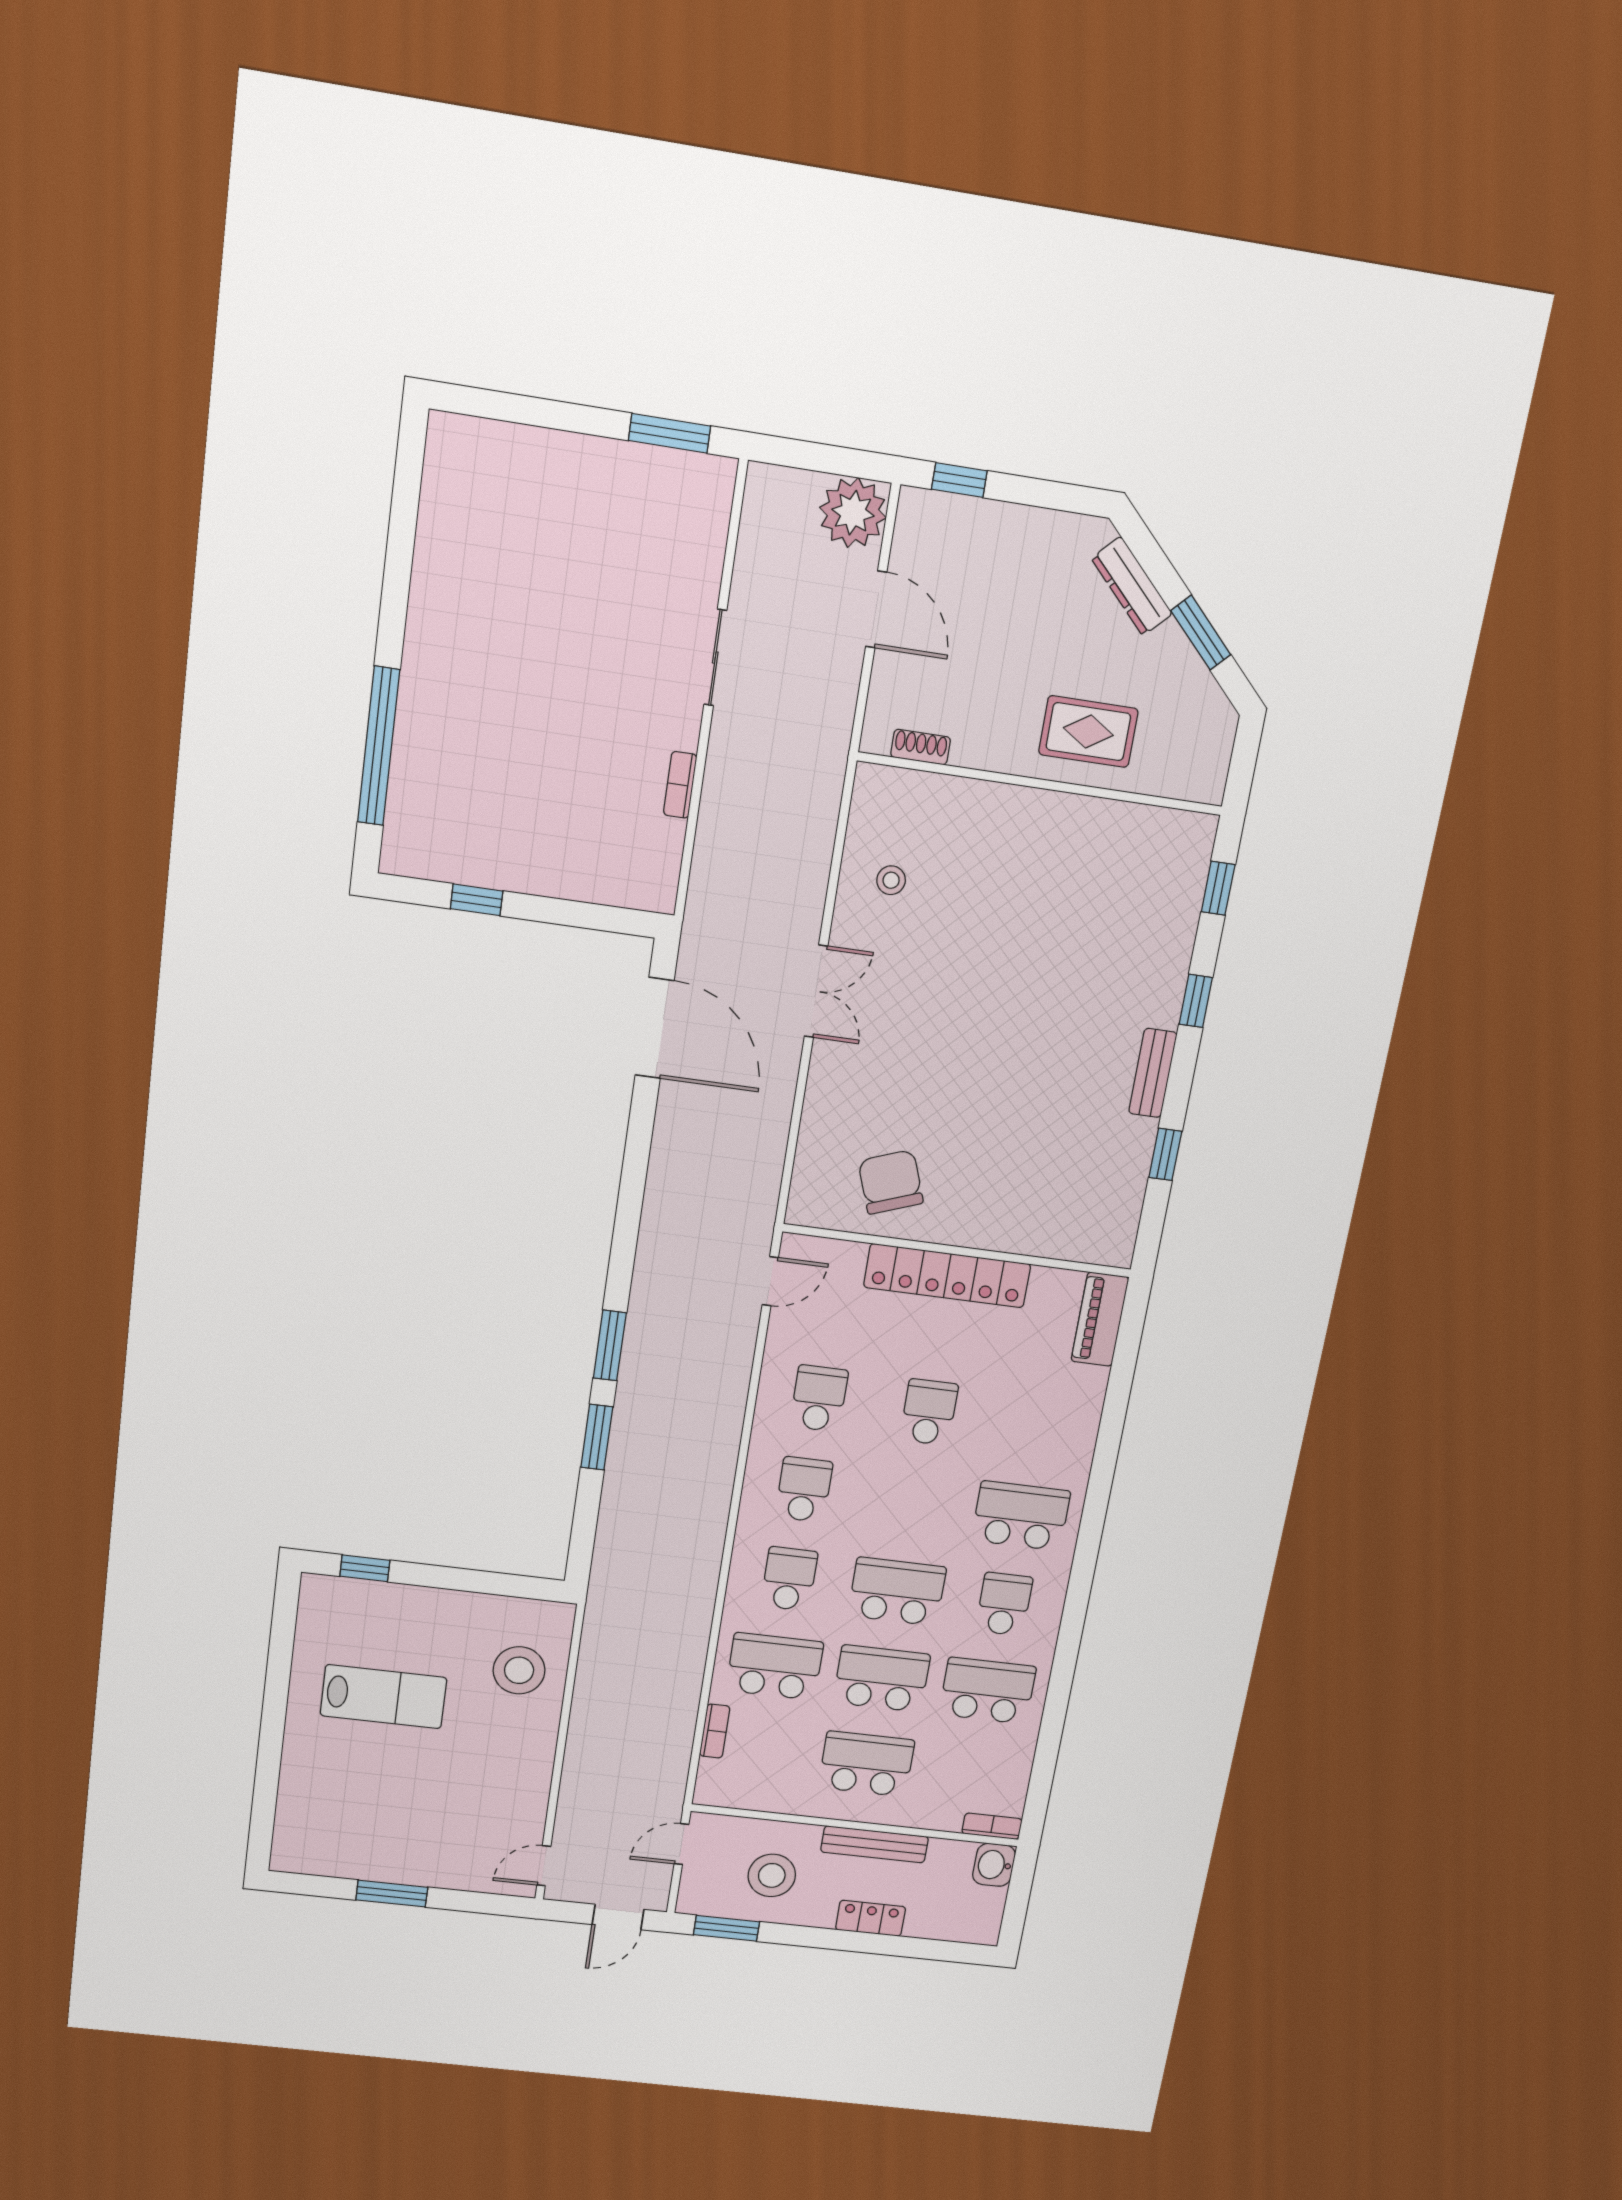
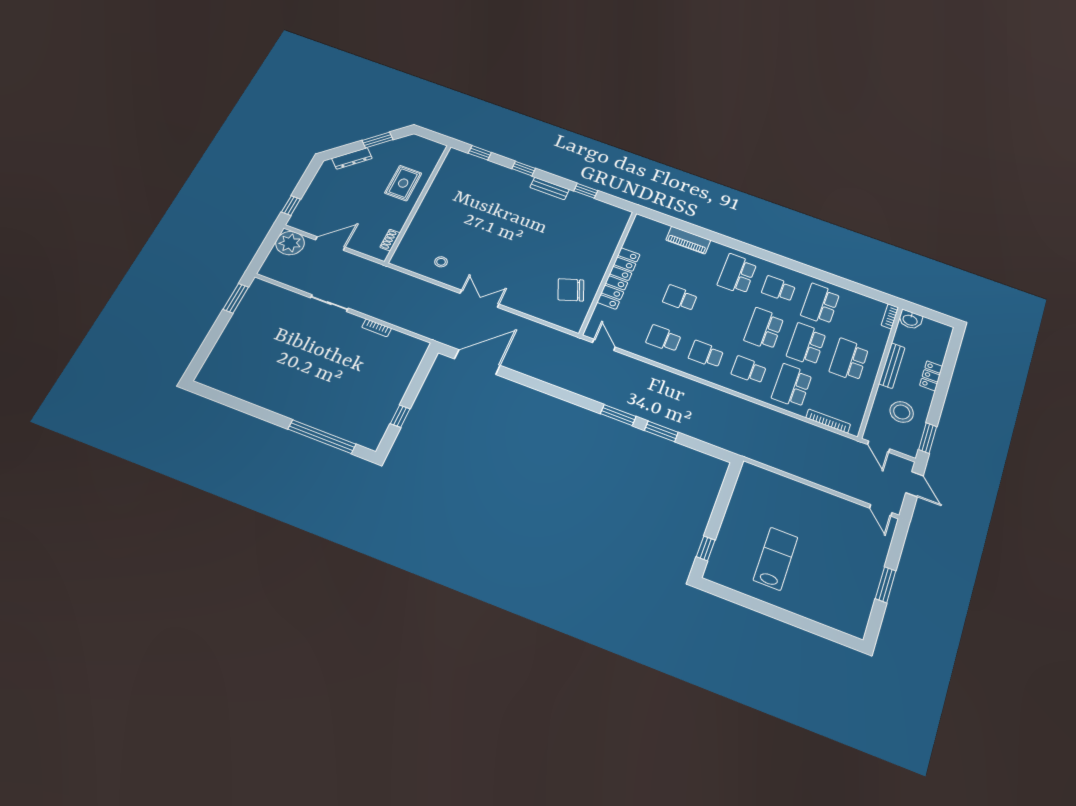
piano: (1100, 1319) -> (688, 240), moved
stool: (519, 1670) -> (773, 494), removed
bookcase: (715, 1731) -> (828, 421), width x1.56

